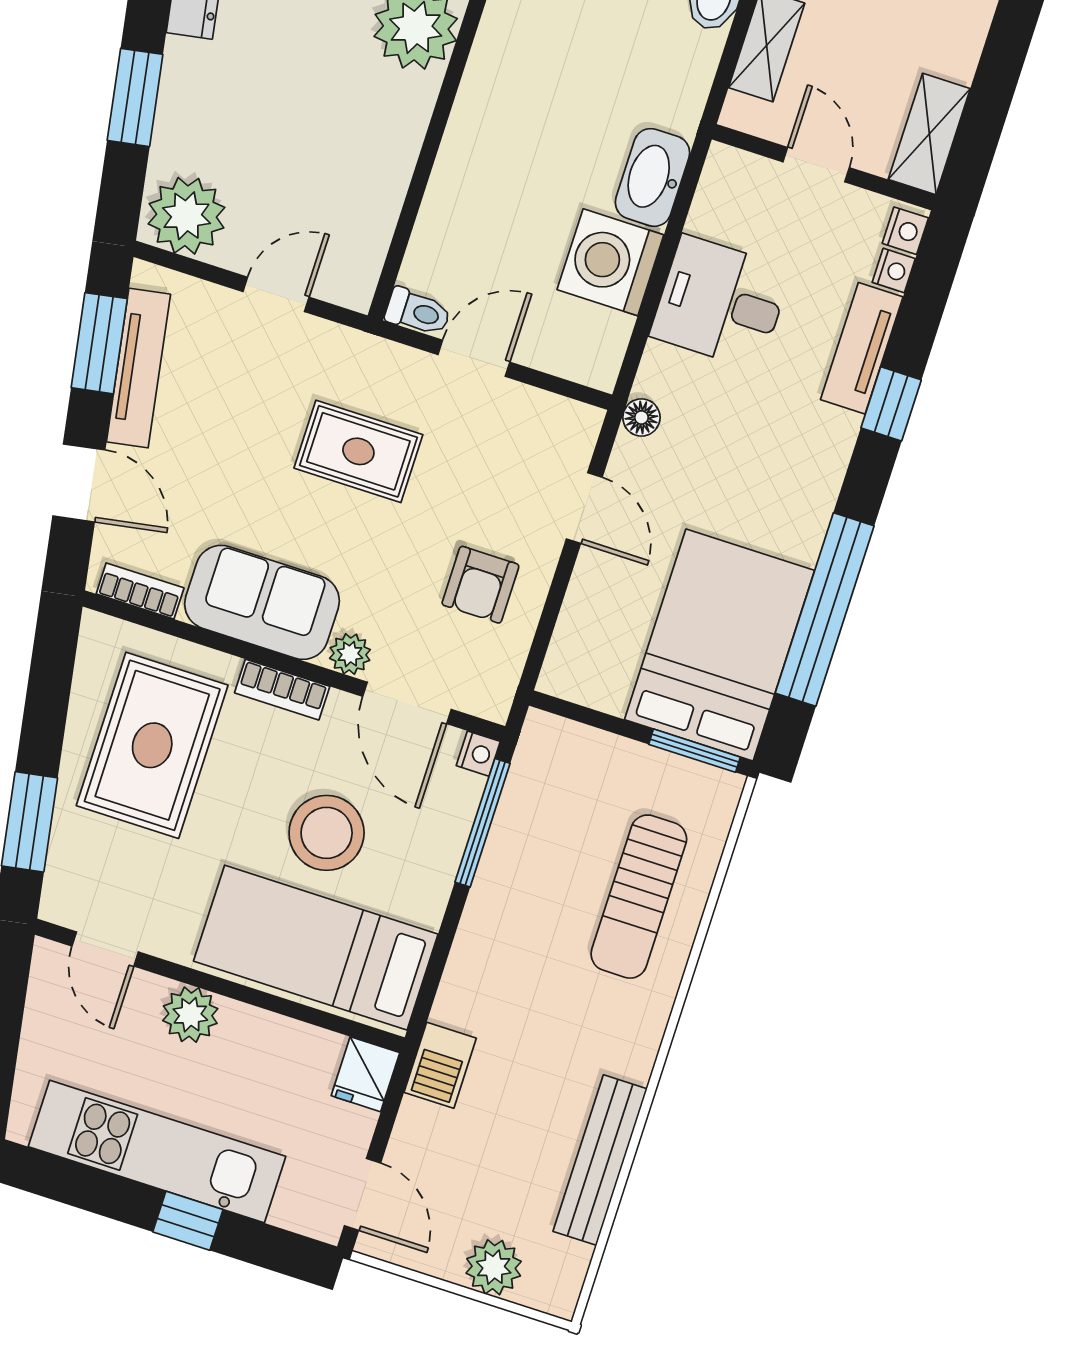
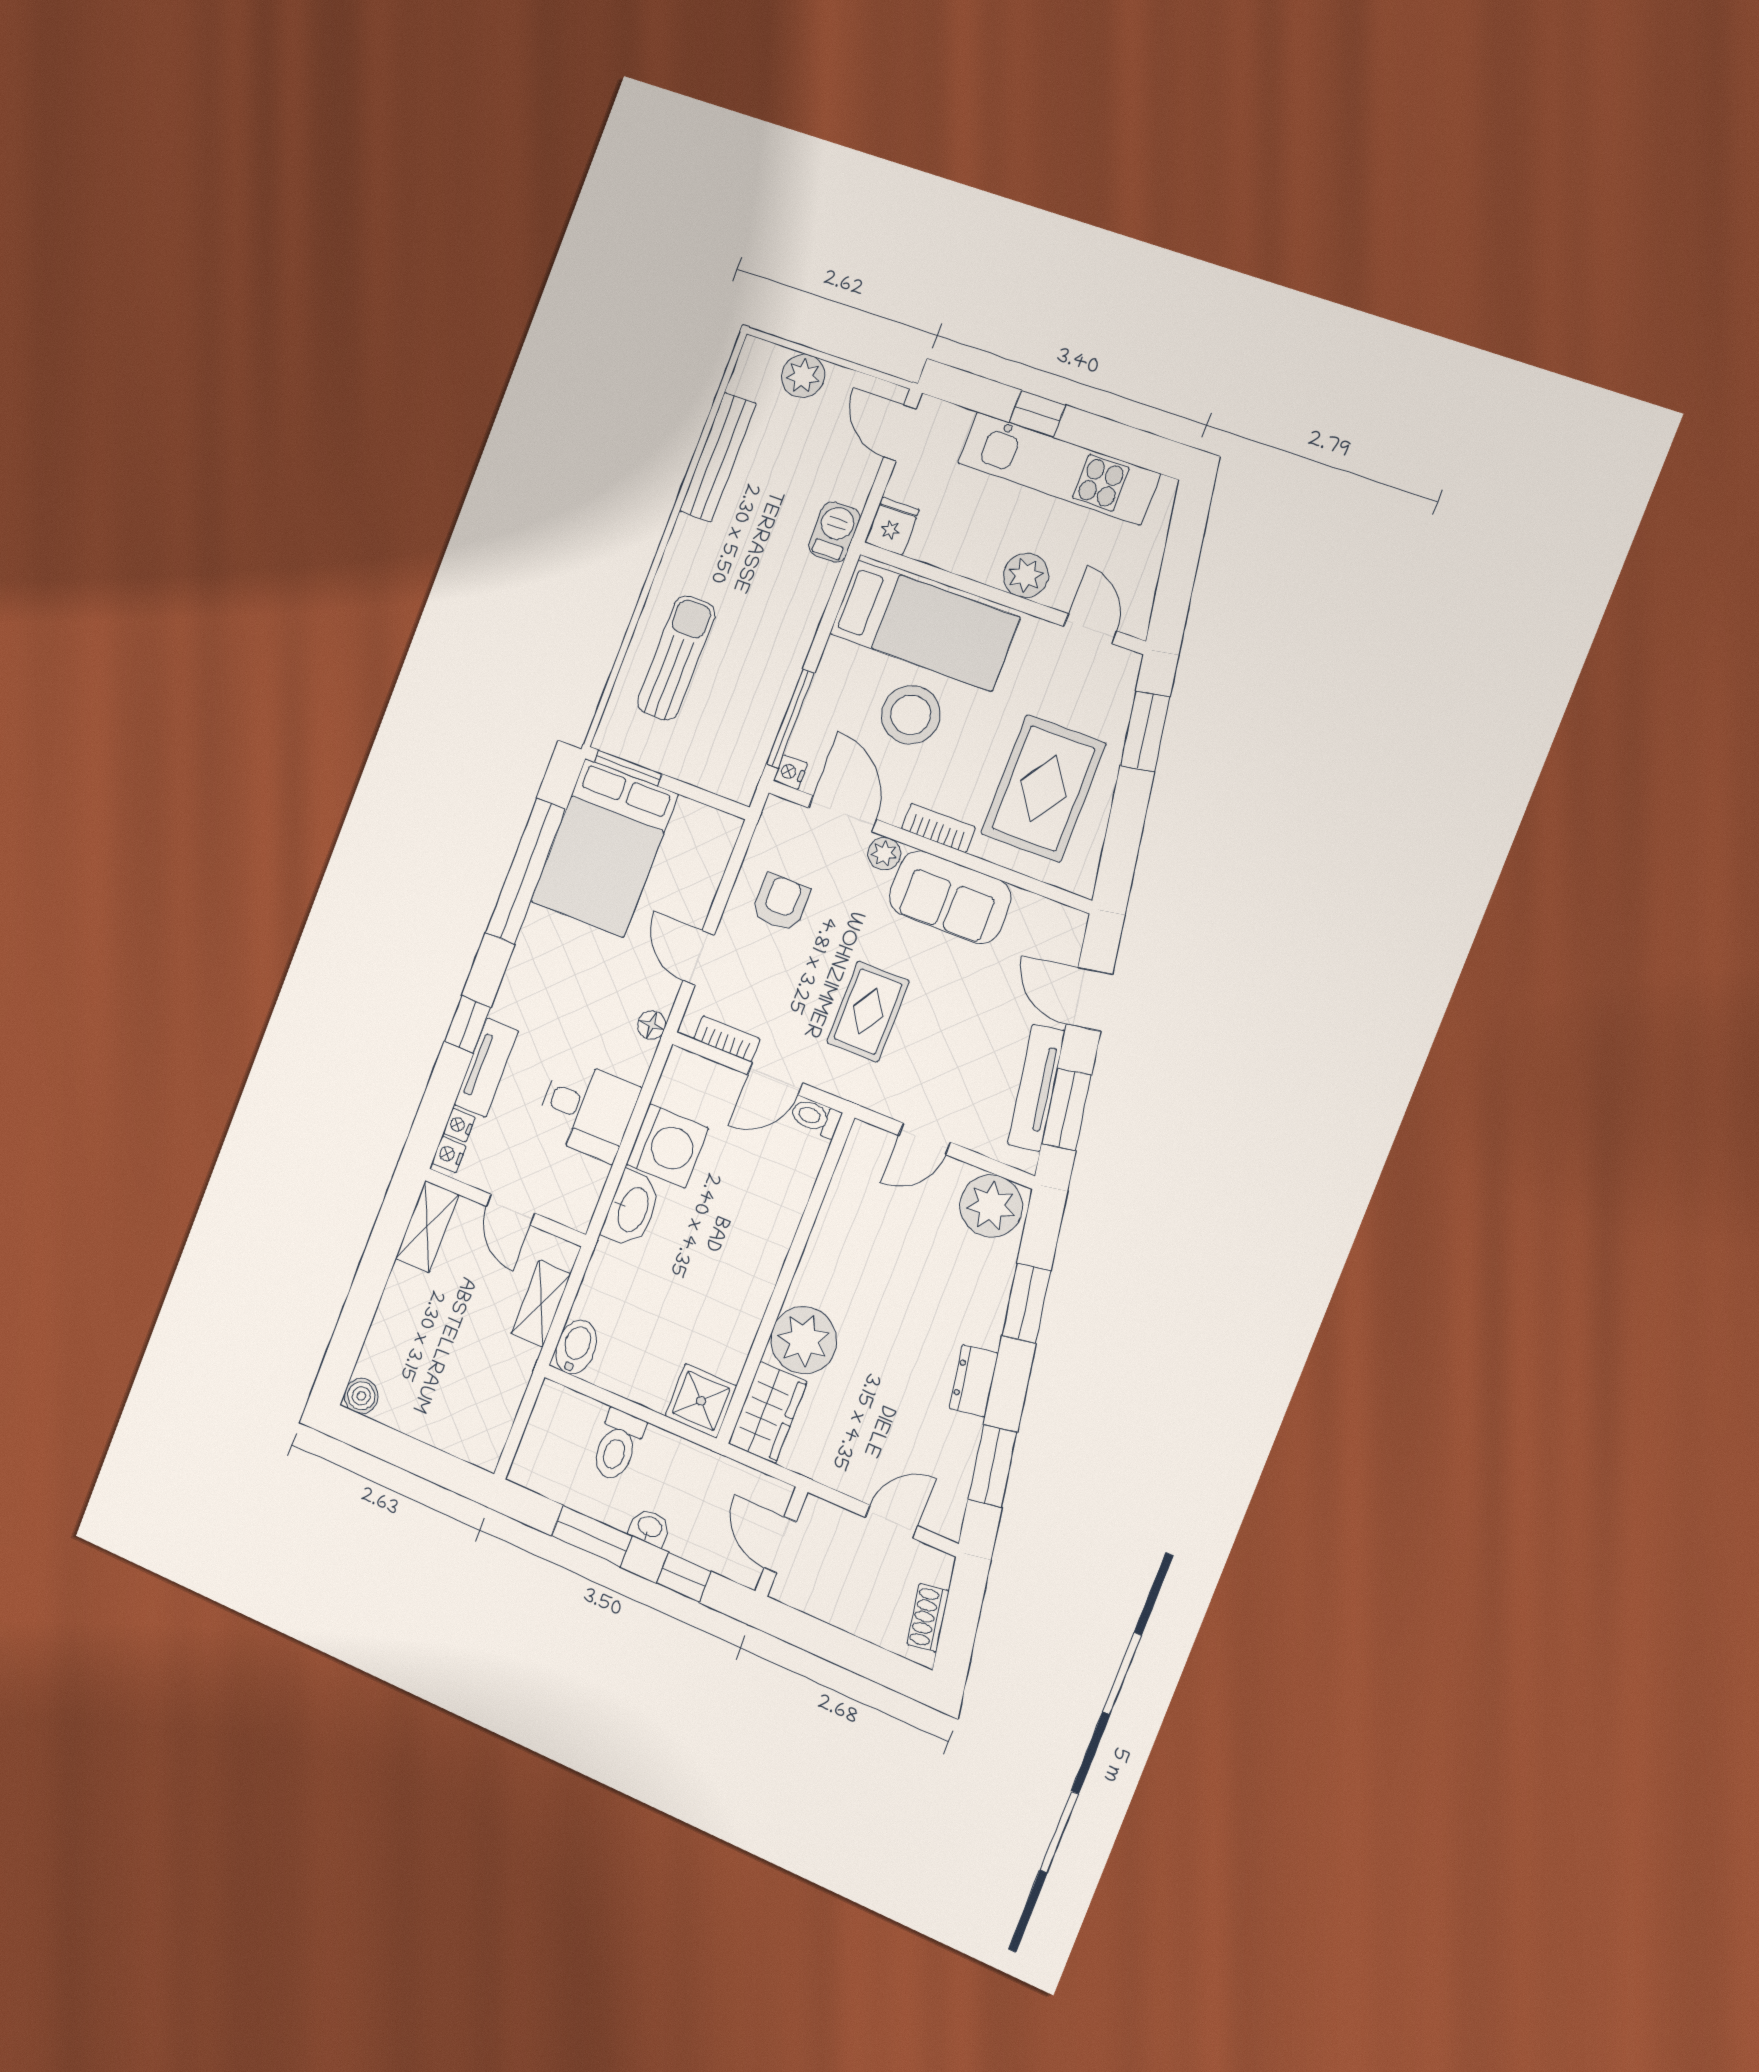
rug: (358, 451) -> (868, 1012), turned 90
bookcase: (140, 591) -> (727, 1039), moved, turned 180

